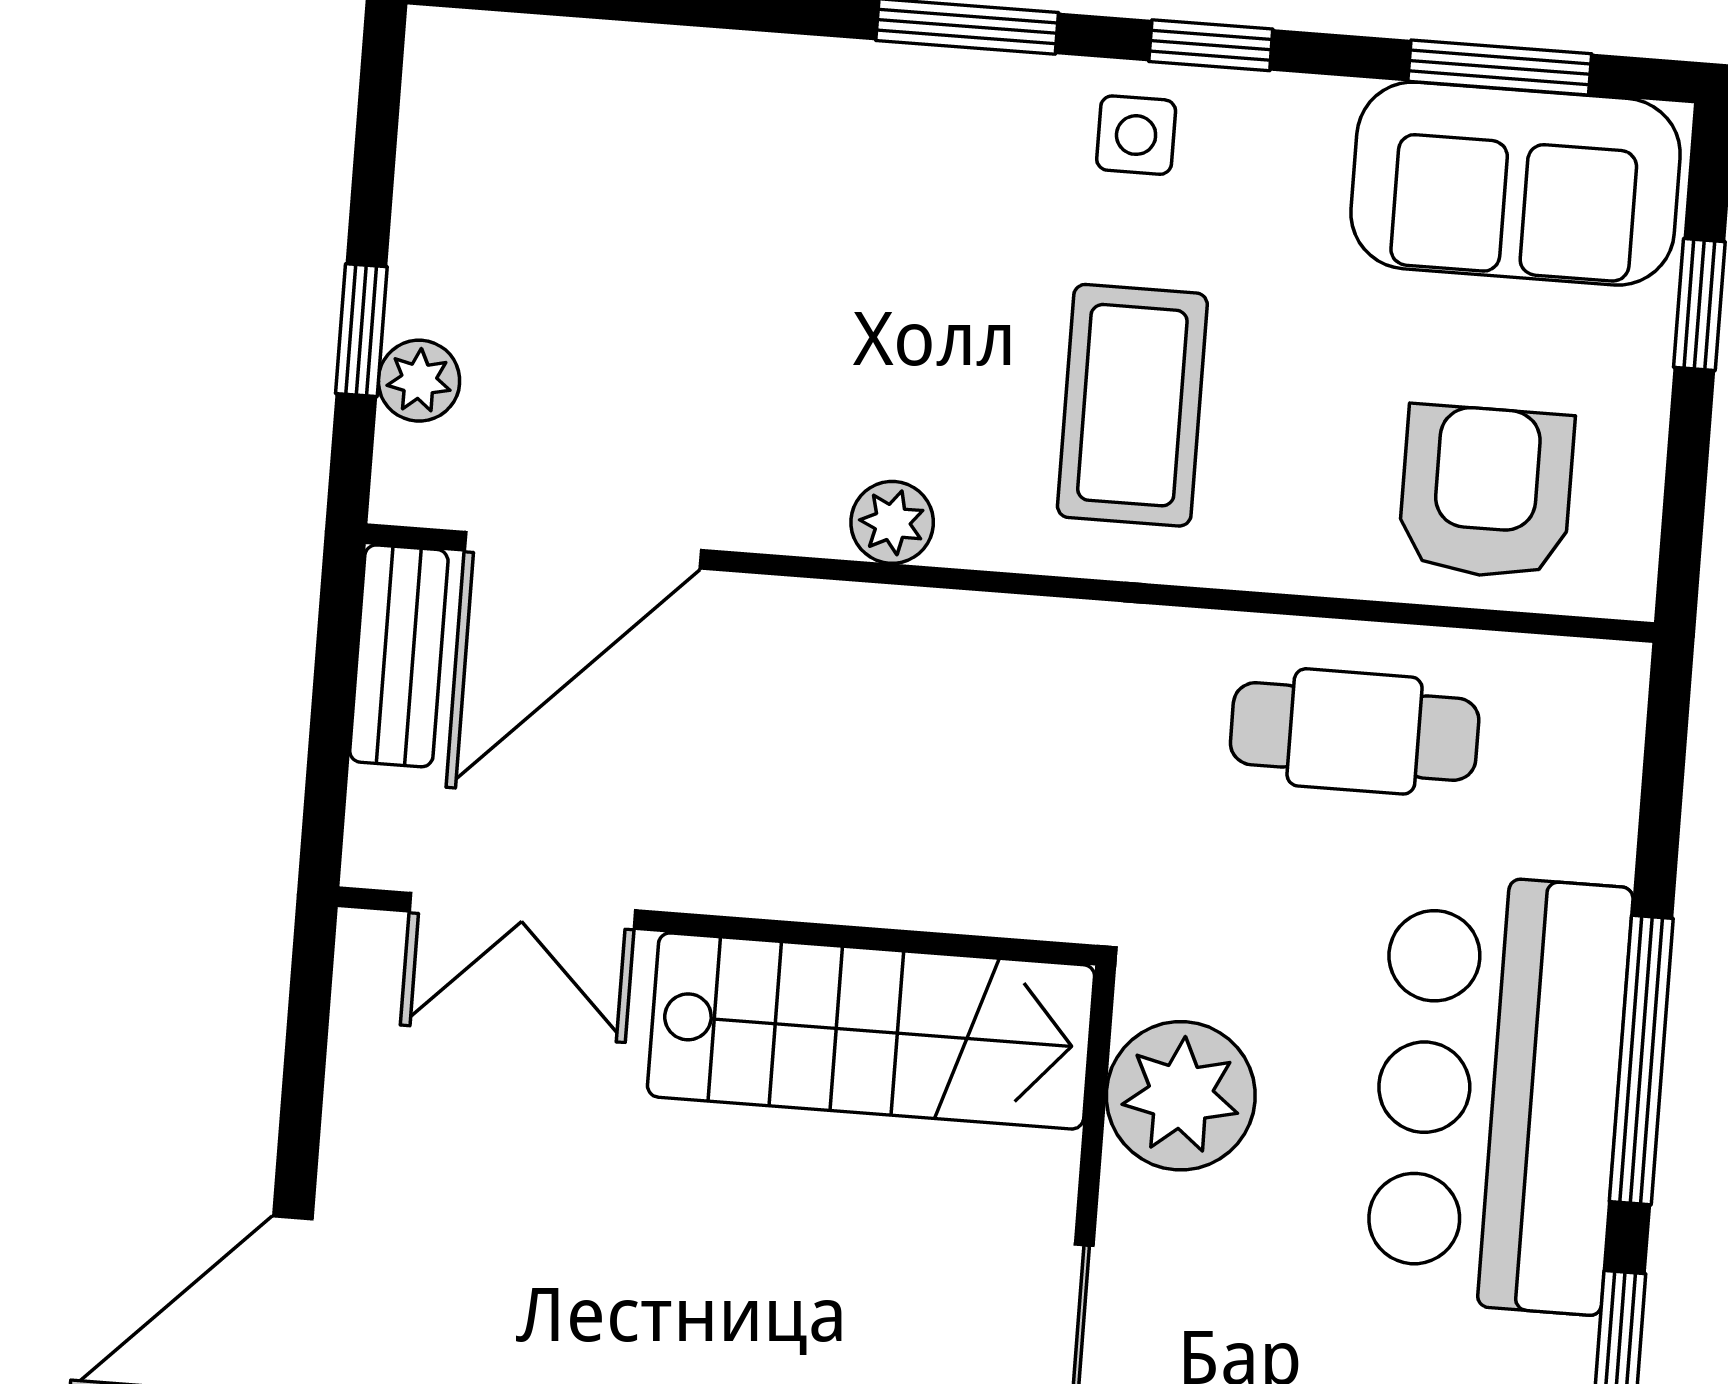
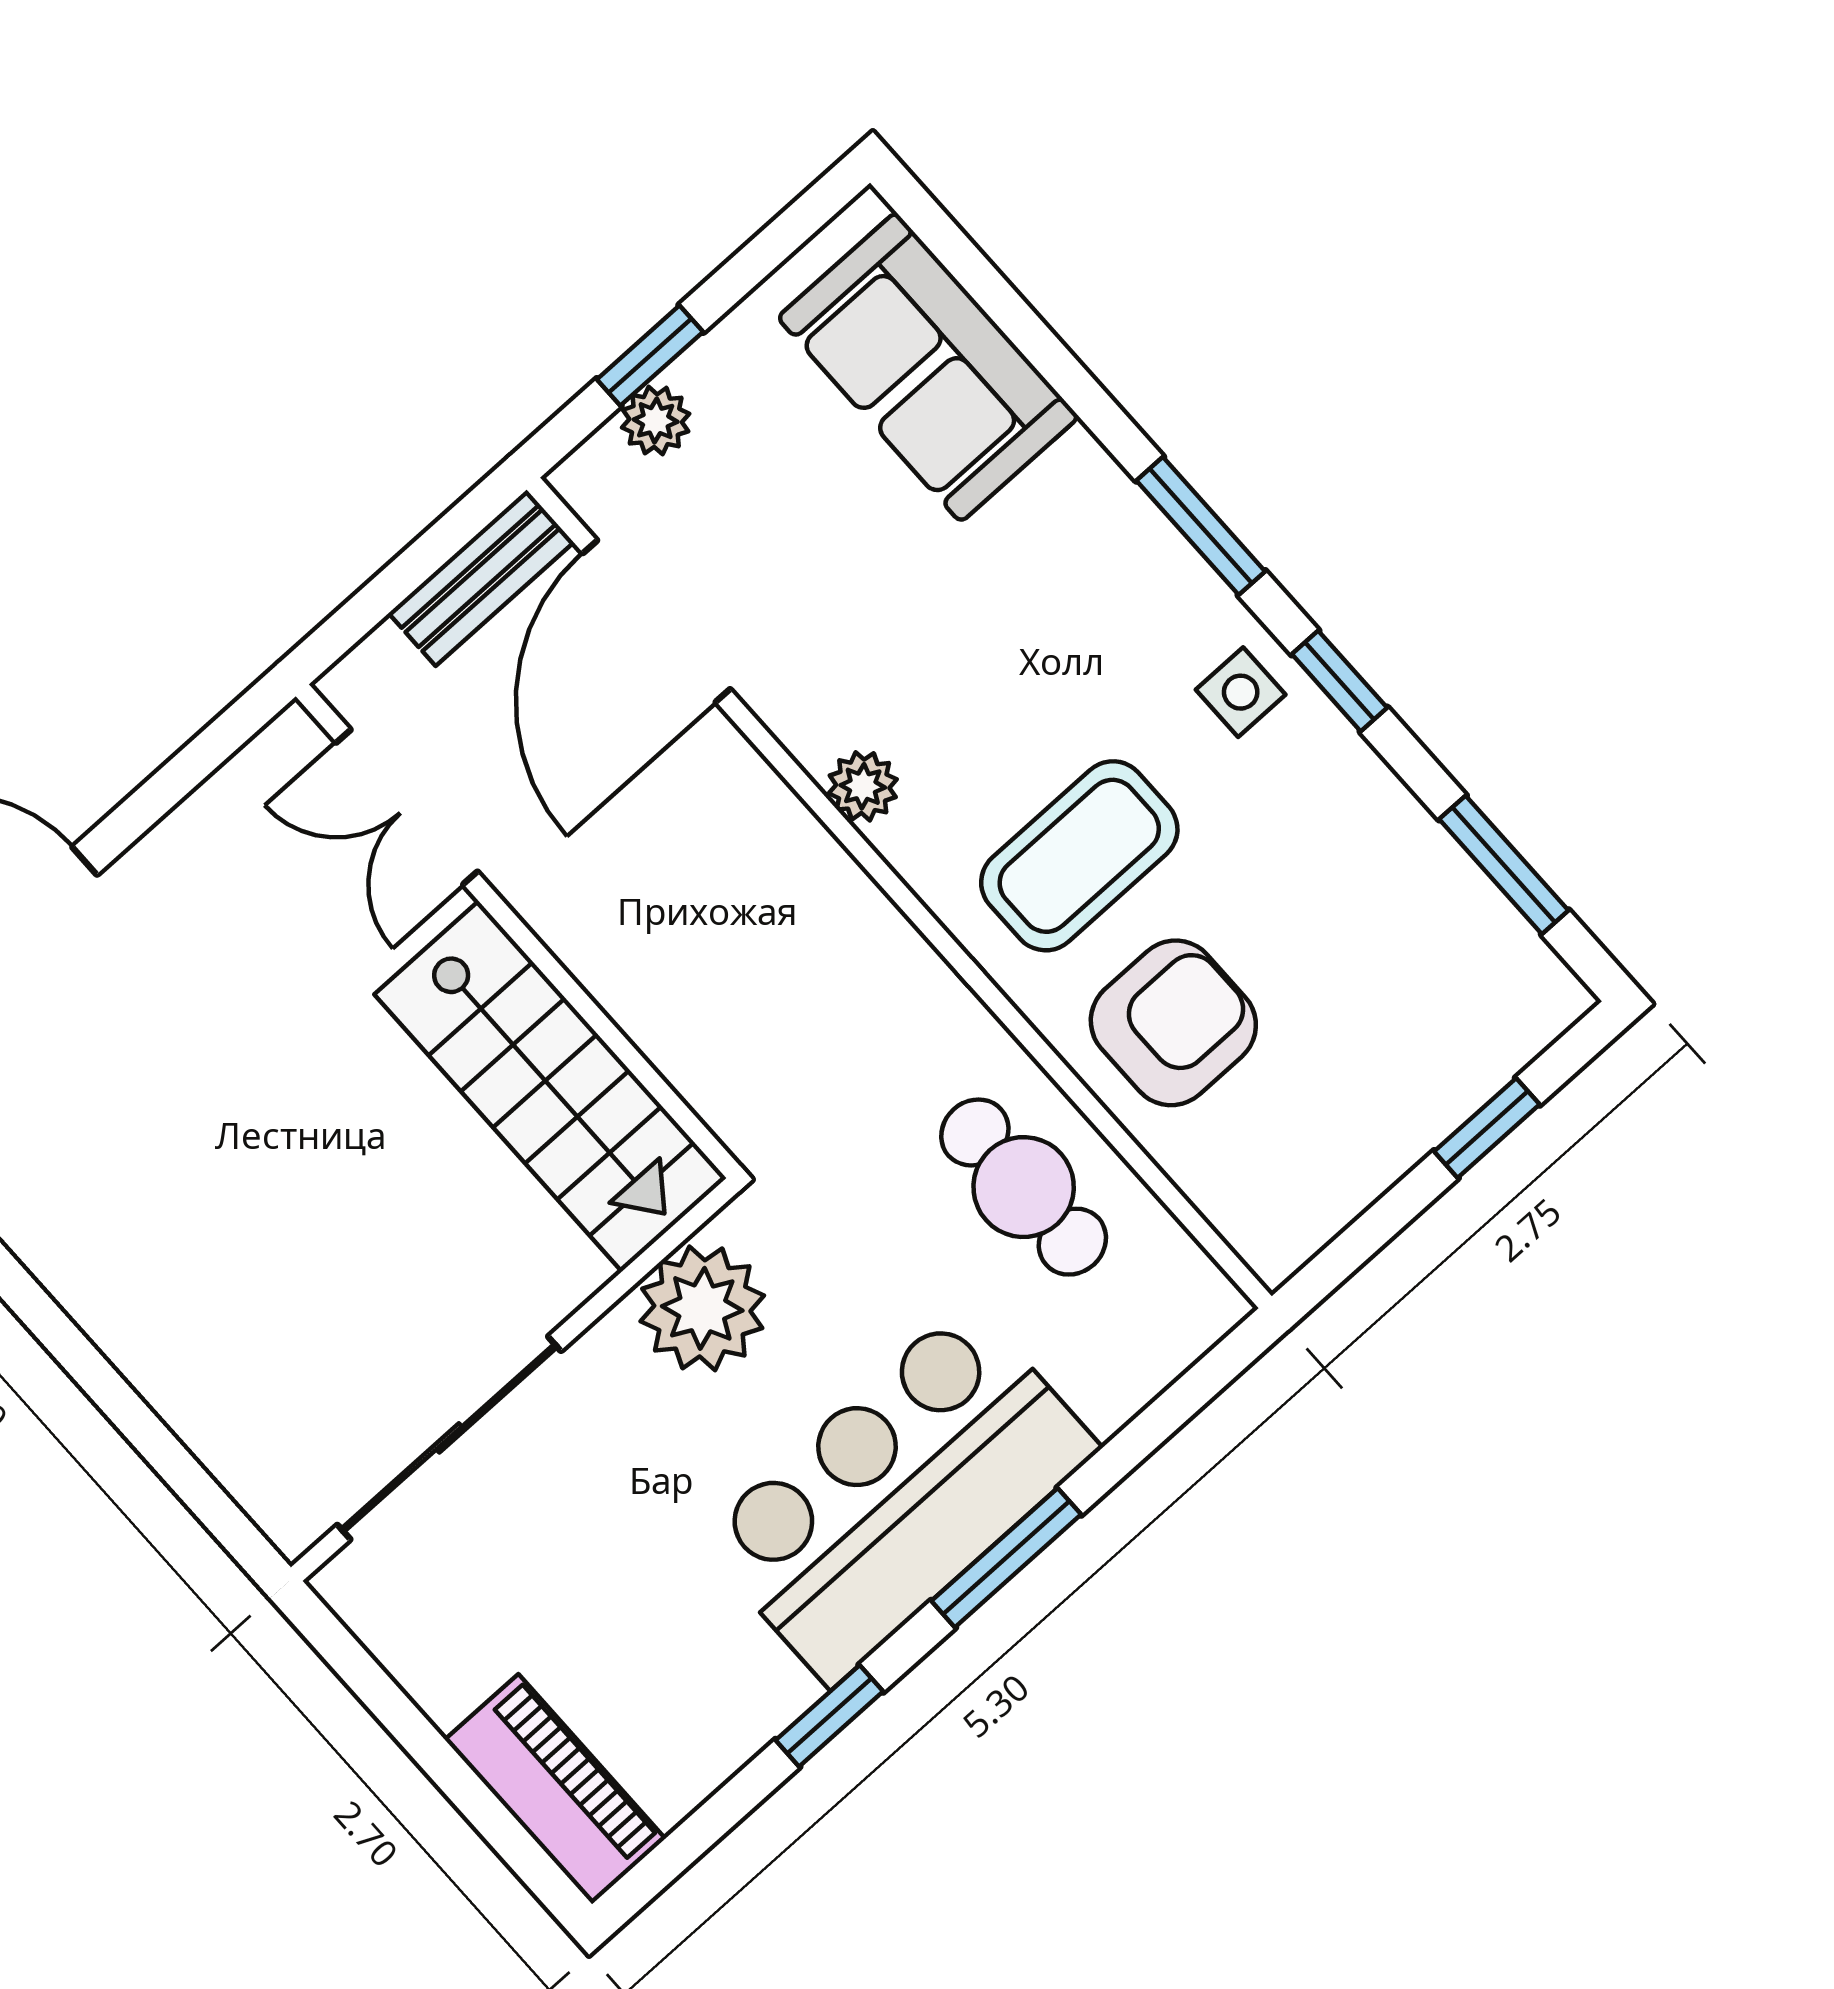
sofa: (1516, 184) -> (928, 367), moved
armchair: (1486, 492) -> (1173, 1023), moved
door: (583, 550) -> (656, 621), hinge flipped
window: (1641, 1060) -> (1006, 1558), width x0.69

